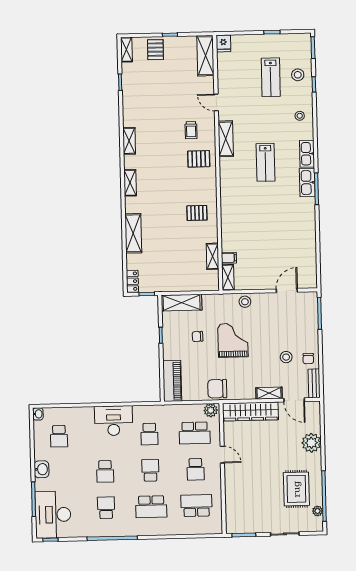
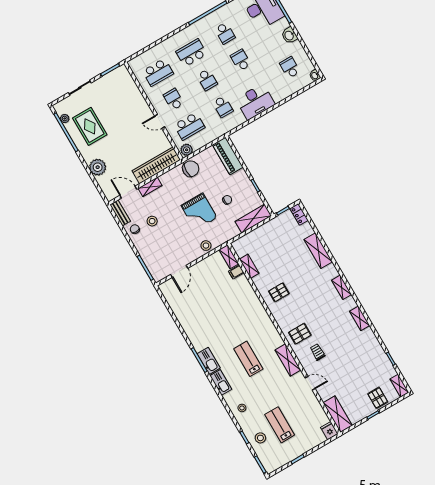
school desk: (195, 433) -> (189, 126), turned 180
school desk: (149, 434) -> (223, 107), turned 180

